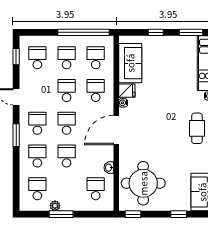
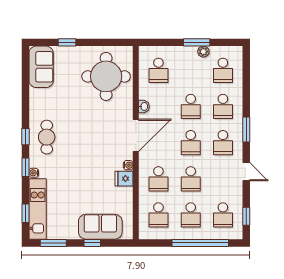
window: (83, 32) -> (200, 243), moved
sofa: (130, 63) -> (100, 227), moved, turned 90
washbasin: (109, 168) -> (144, 107), moved
window: (133, 214) -> (117, 42), removed

